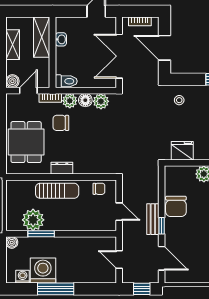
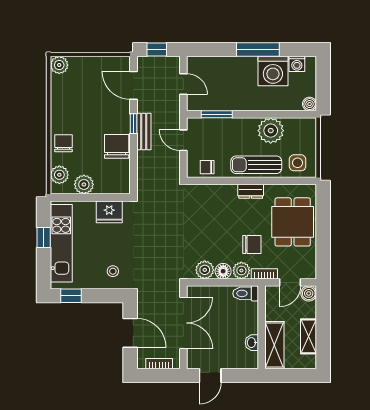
side table: (22, 192) -> (298, 163), added
plant: (33, 220) -> (271, 131), moved
window: (41, 234) -> (217, 114), moved

